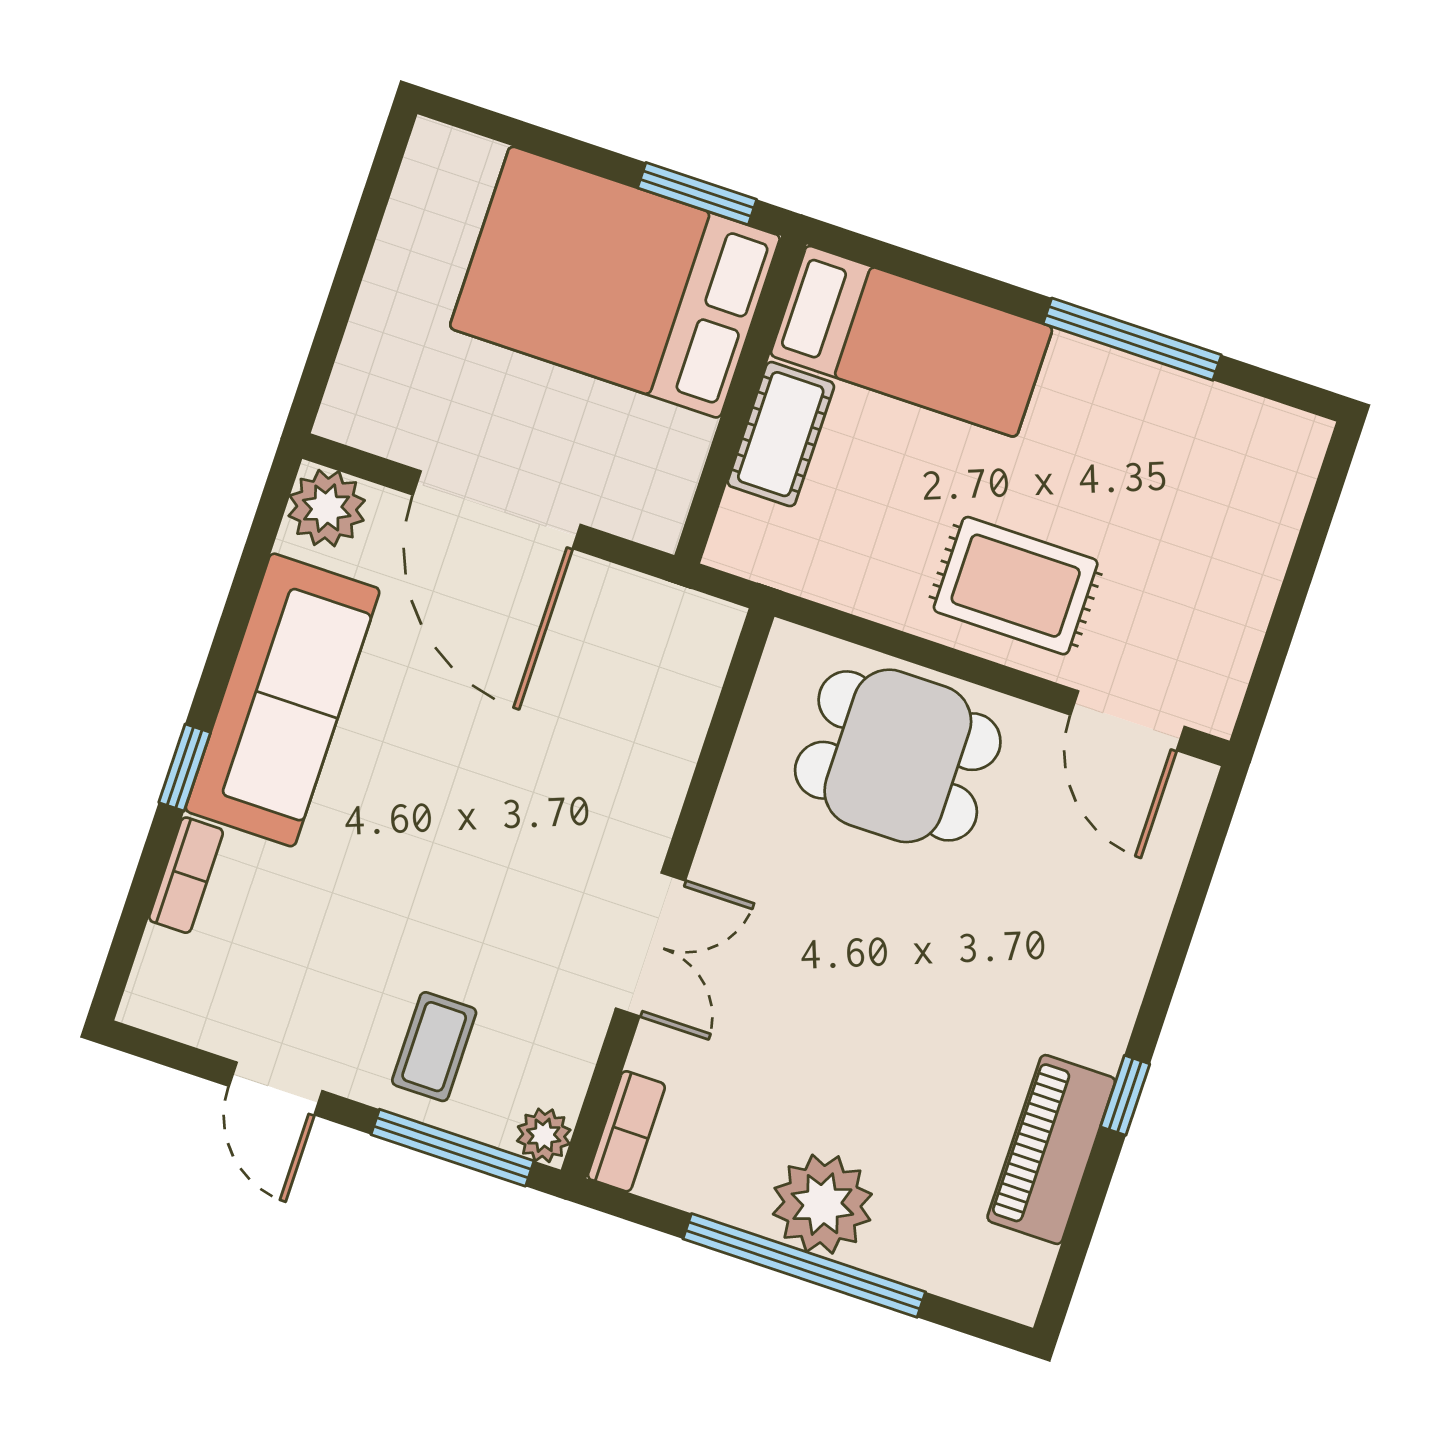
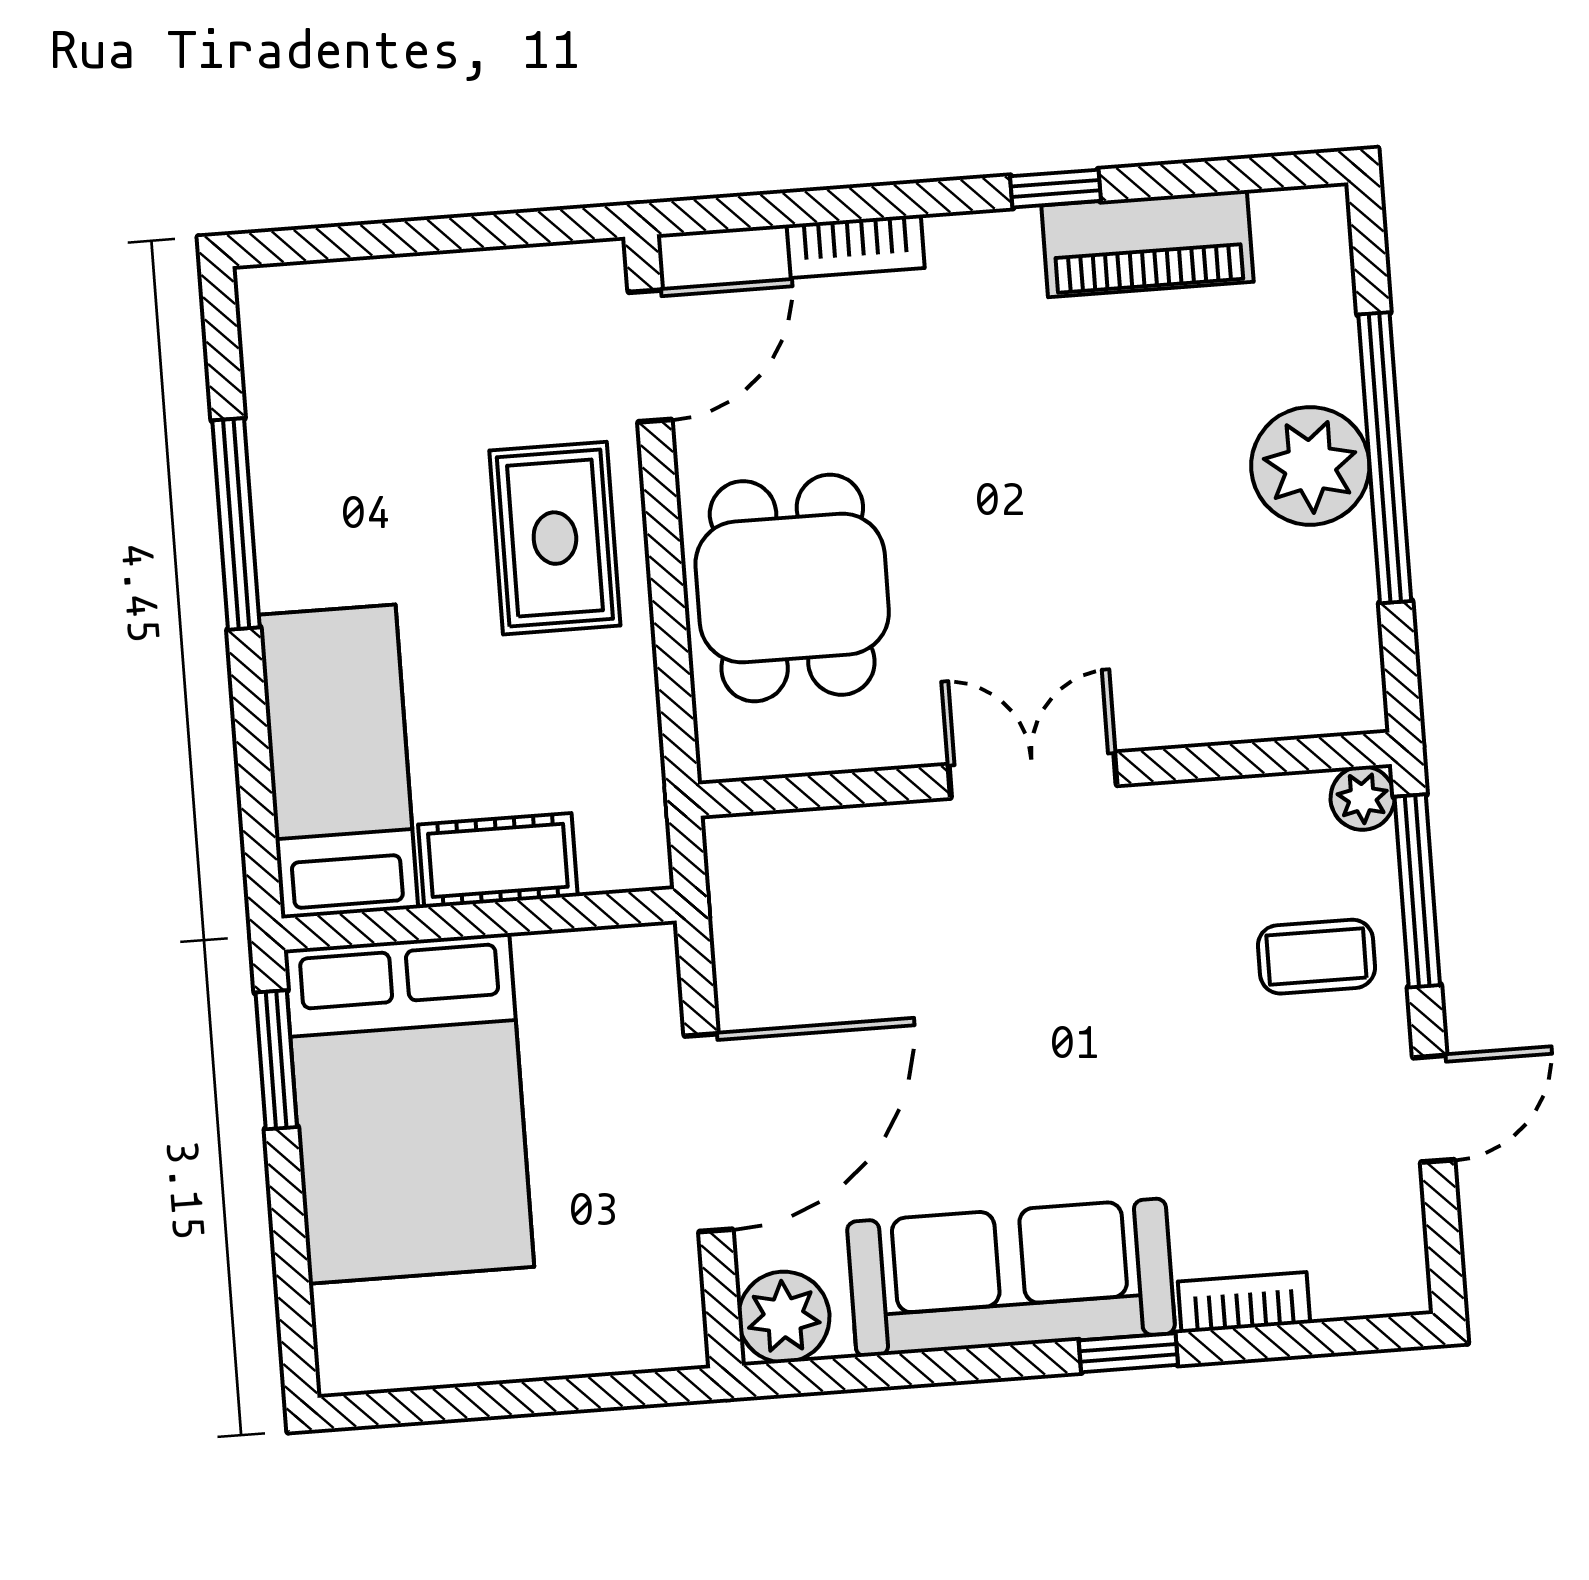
double door: (650, 944) -> (1033, 775), moved
bookcase: (626, 1131) -> (856, 246), moved, turned 180

